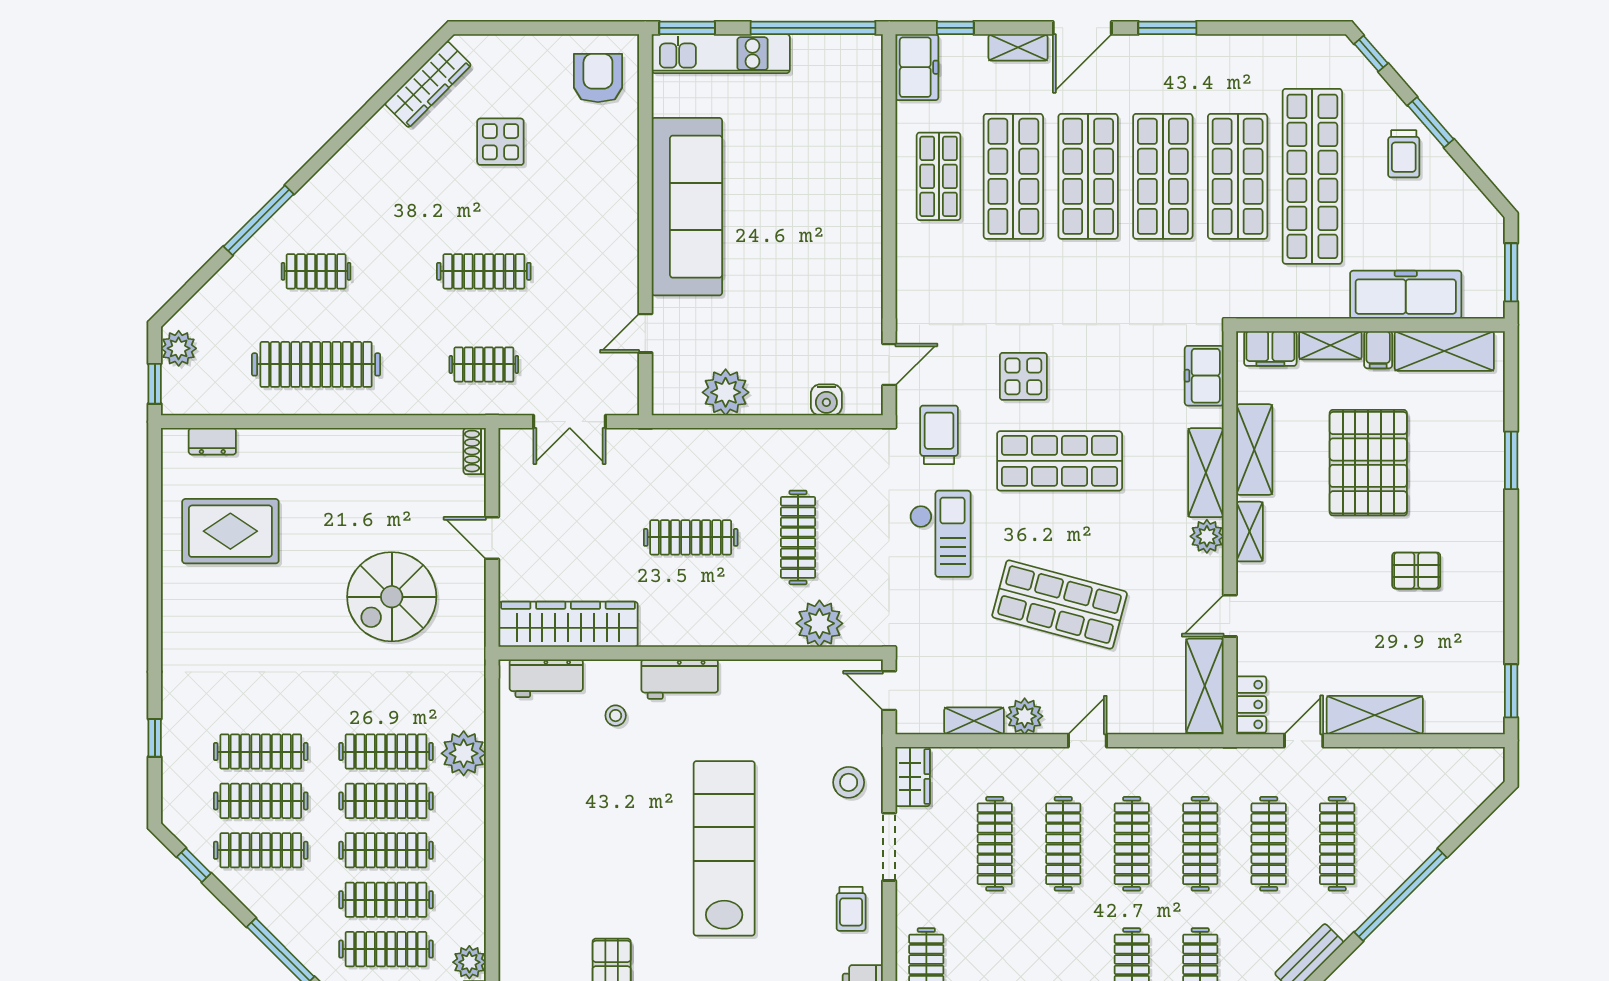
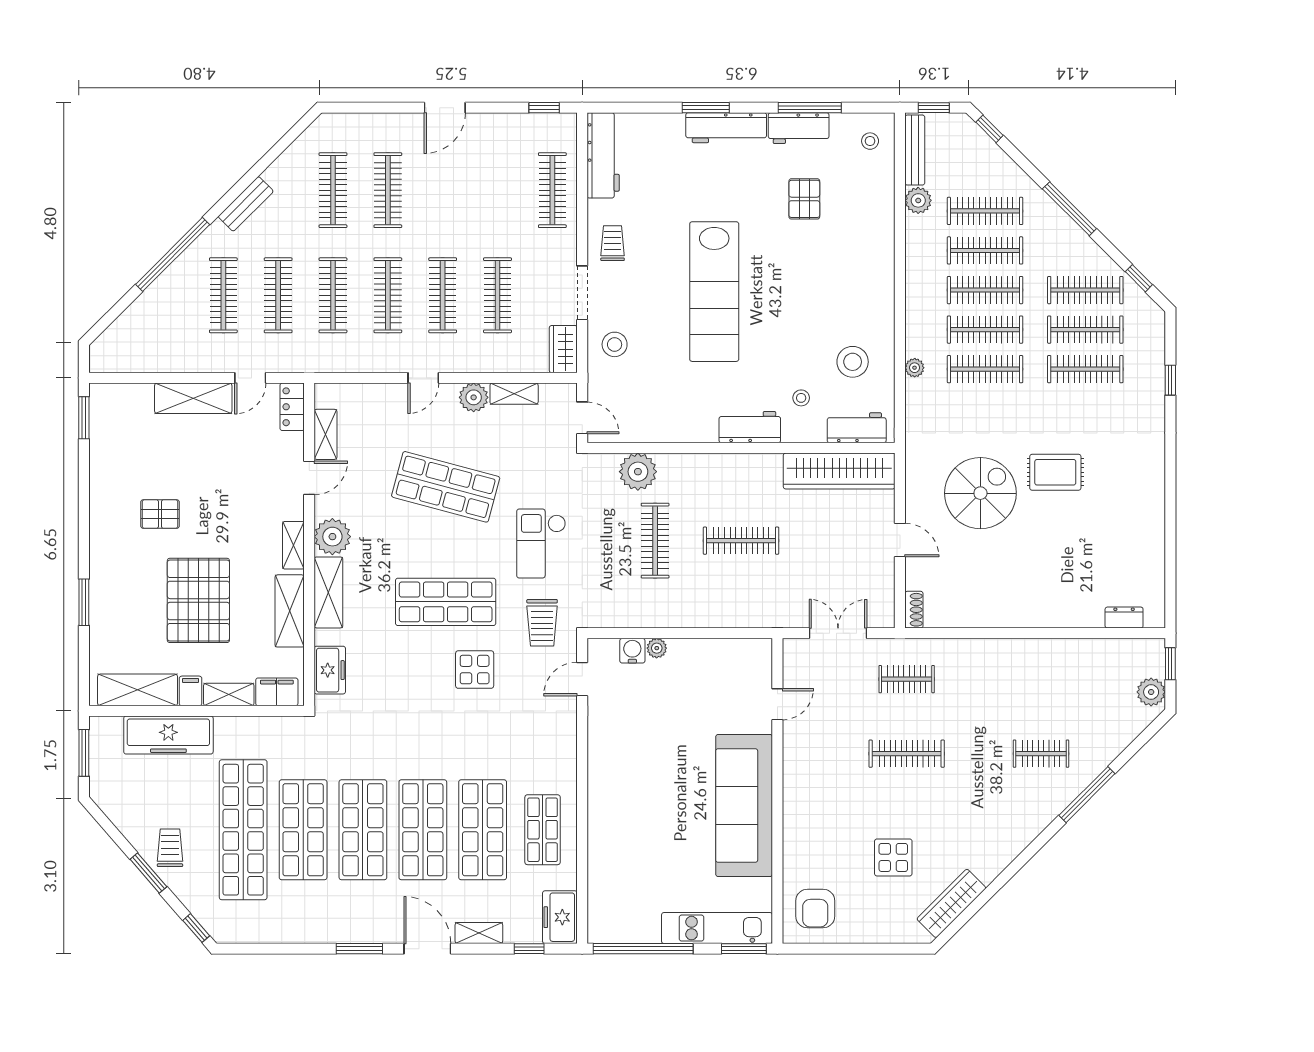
door: (1082, 28) -> (427, 949), hinge flipped
clothes rail: (316, 364) -> (1041, 679), removed
plant: (726, 392) -> (657, 648), moved, width x0.53, depth x0.53
rug: (230, 531) -> (1055, 472), moved, width x0.73, depth x0.70
plant: (1207, 536) -> (332, 537), width x1.36, depth x1.36
shelving: (1205, 686) -> (326, 434), width x0.67, depth x0.75
plant: (464, 753) -> (915, 368), width x0.53, depth x0.53
stool: (551, 761) -> (853, 362), added

